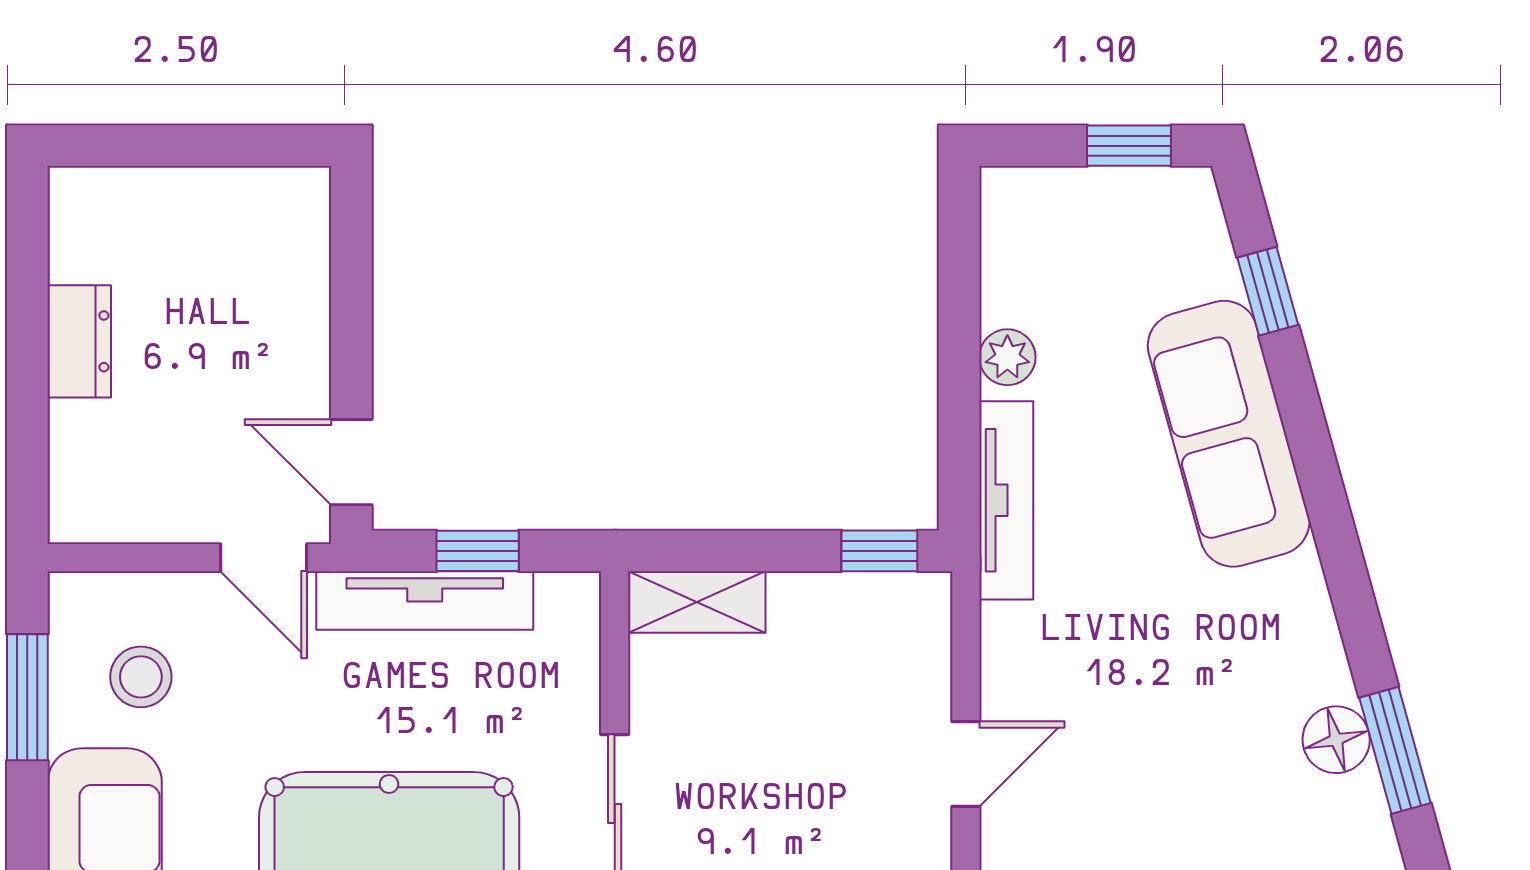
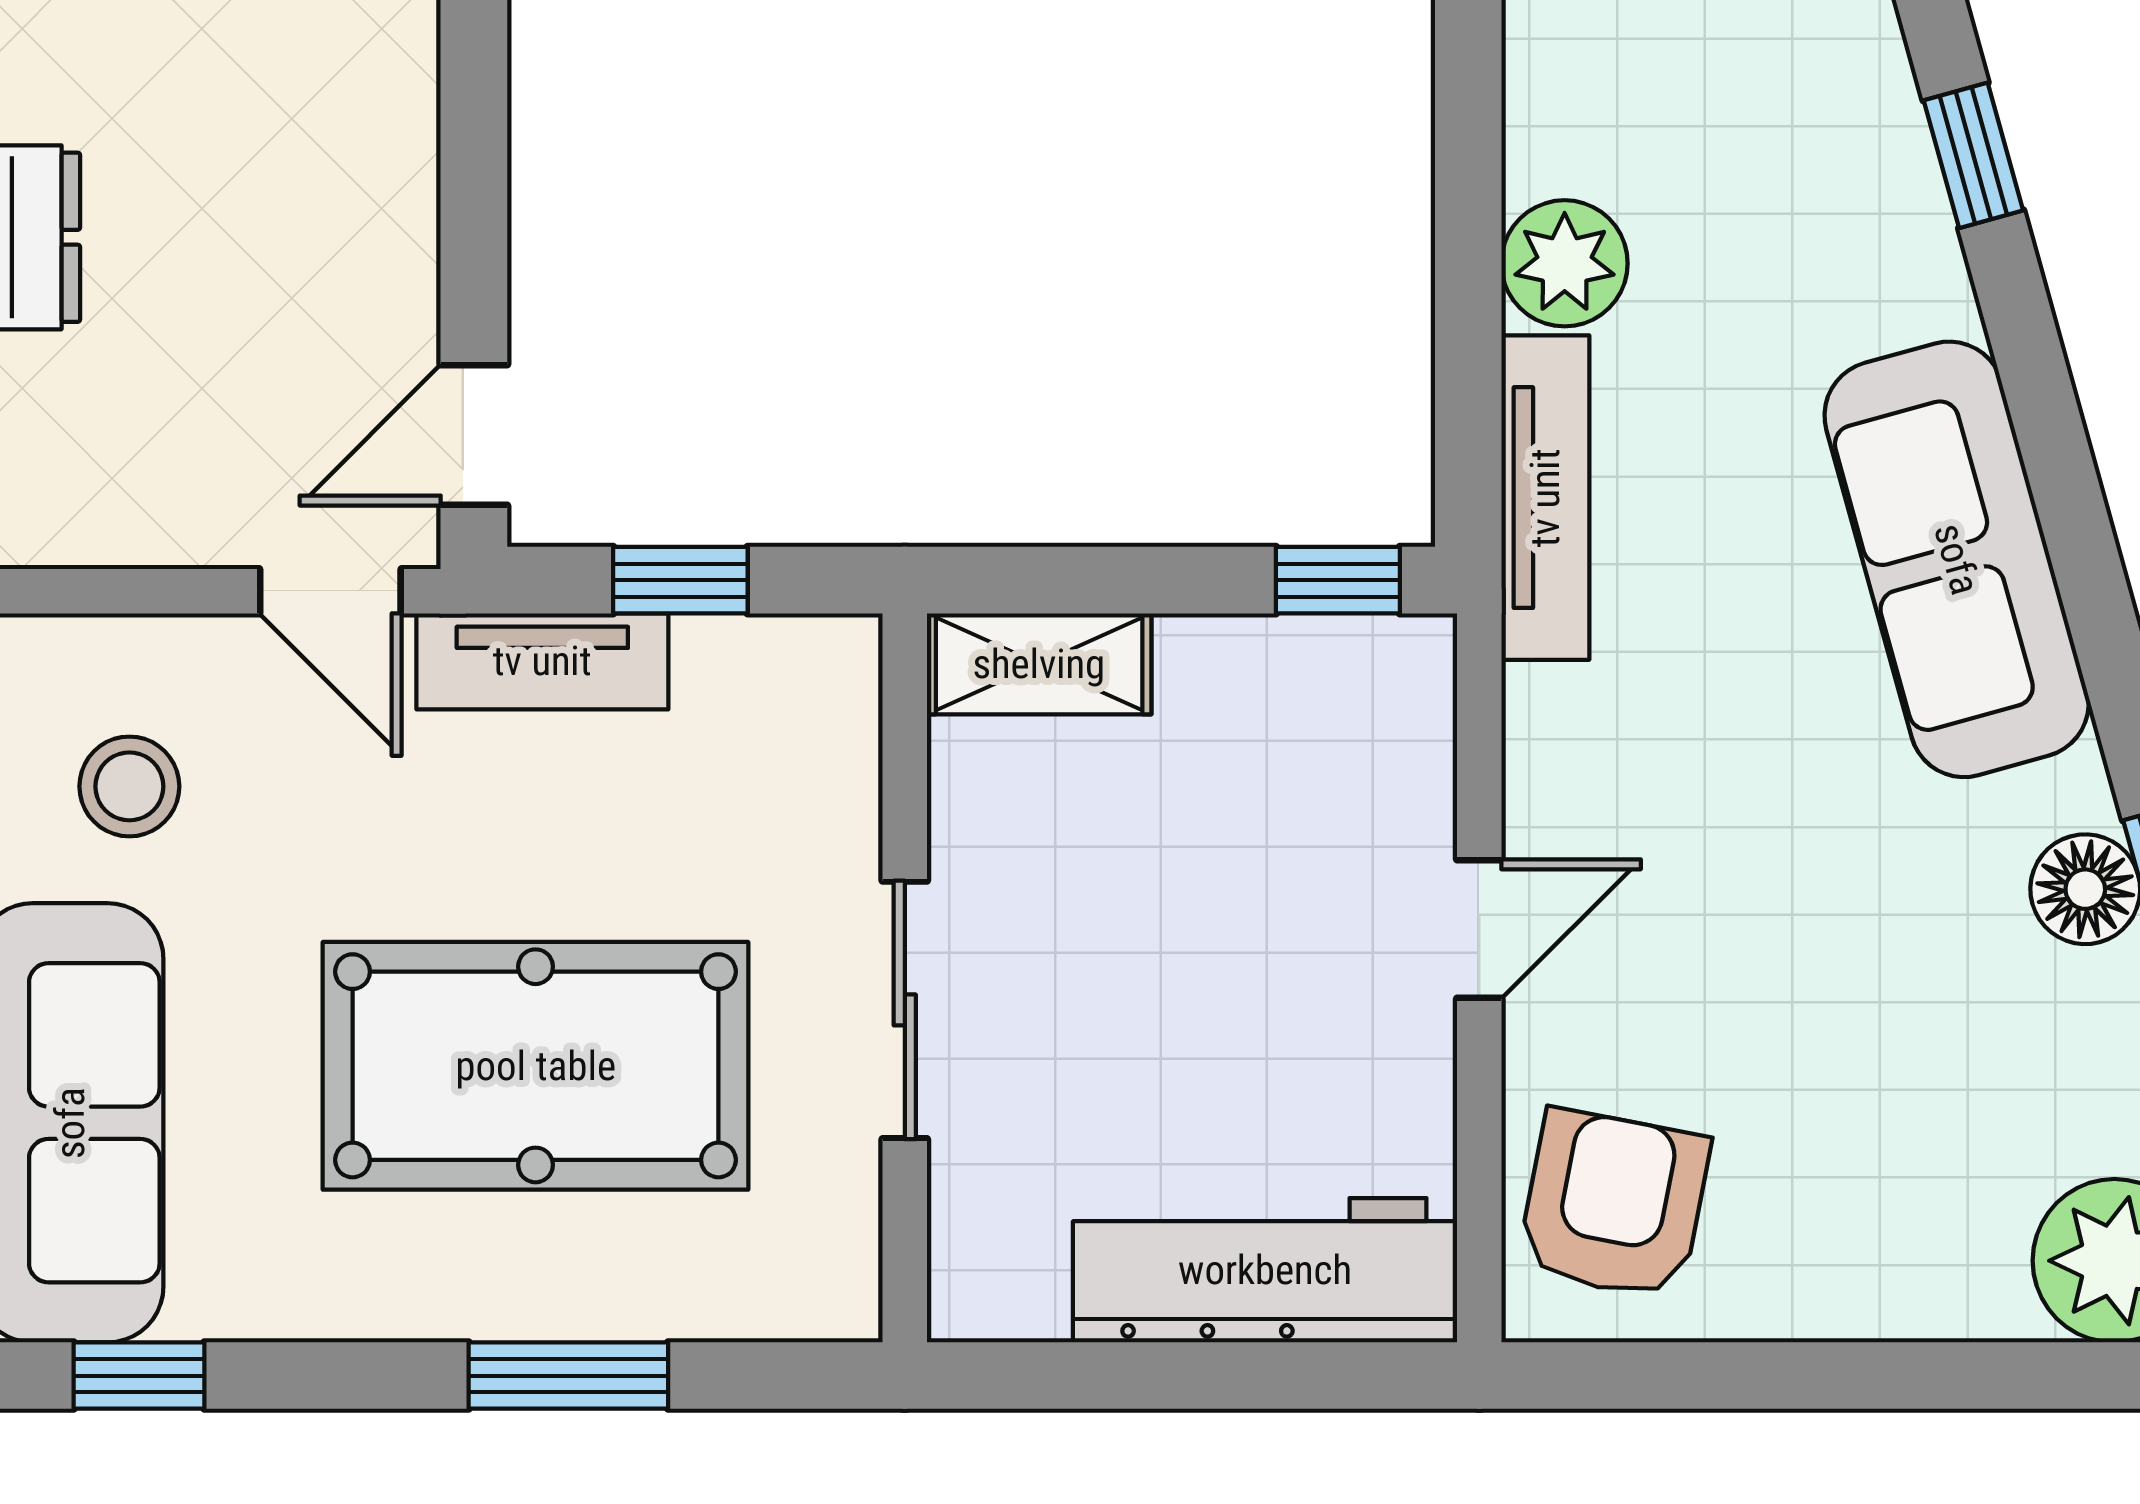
plant: (1007, 357) -> (1565, 263), width x1.38, depth x1.38
sofa: (1229, 434) -> (1957, 559), moved
door: (351, 462) -> (474, 435), hinge flipped
tv unit: (425, 600) -> (542, 661), width x0.71

